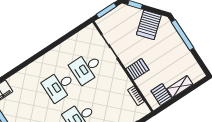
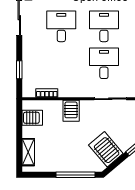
shelving: (180, 87) -> (28, 152), moved

